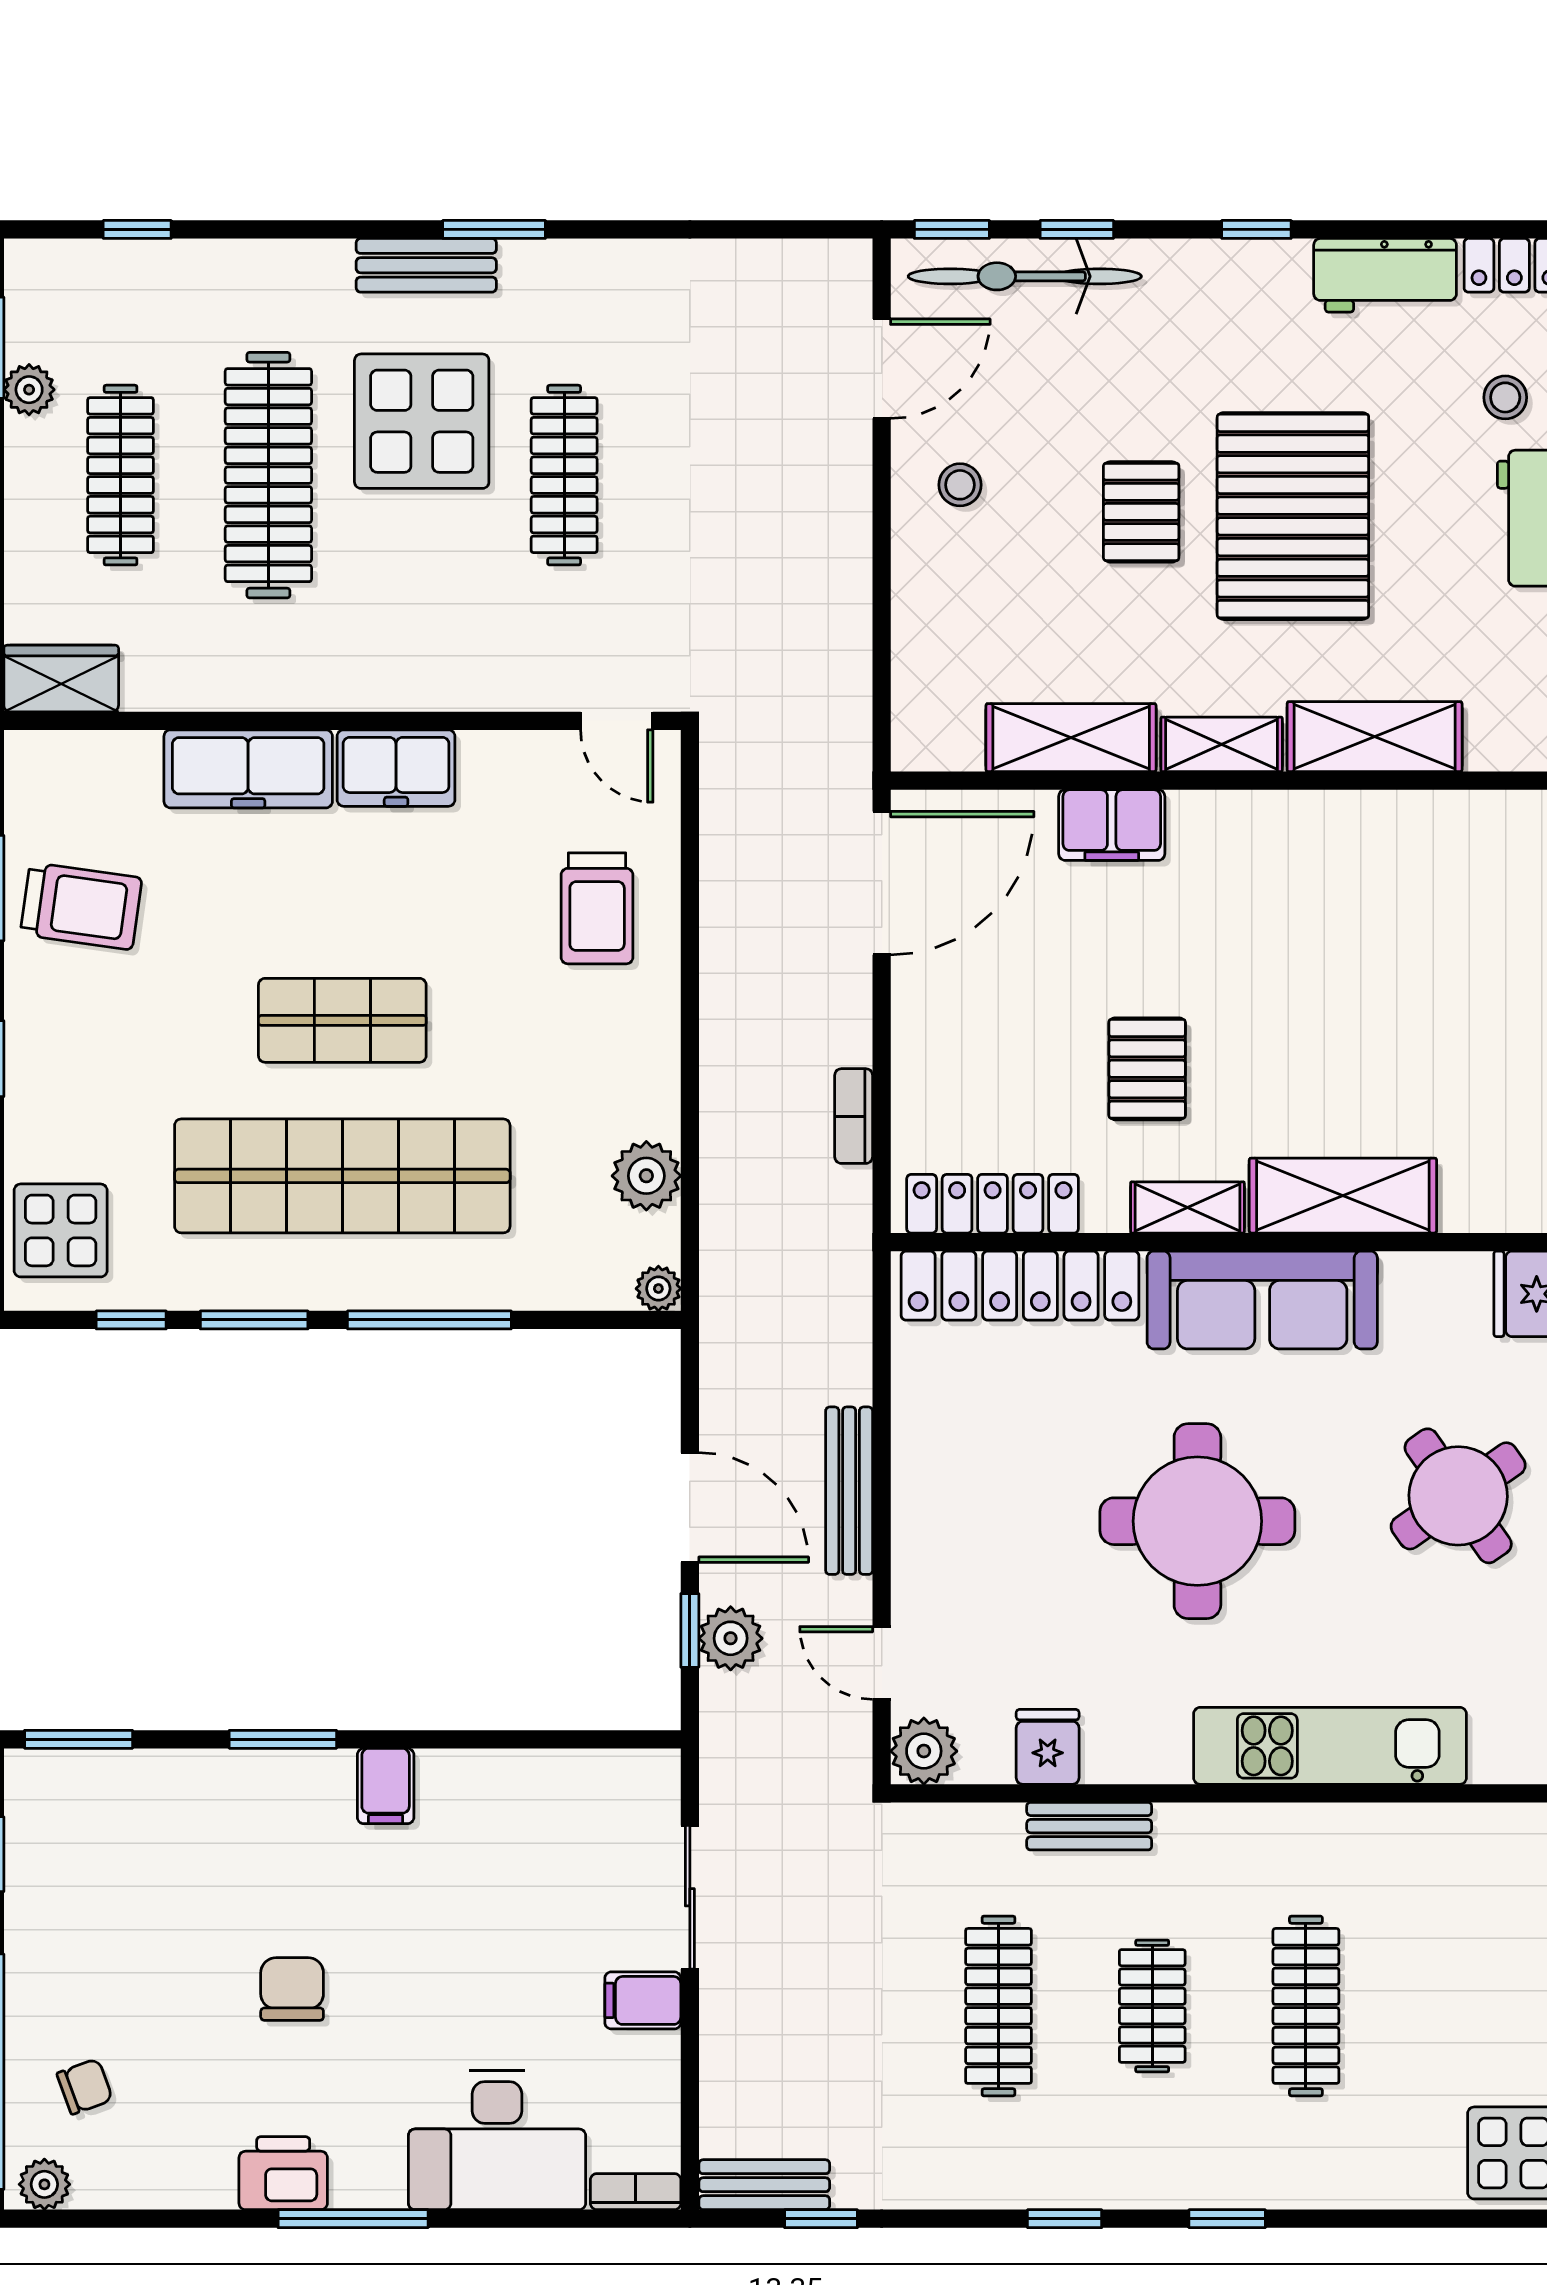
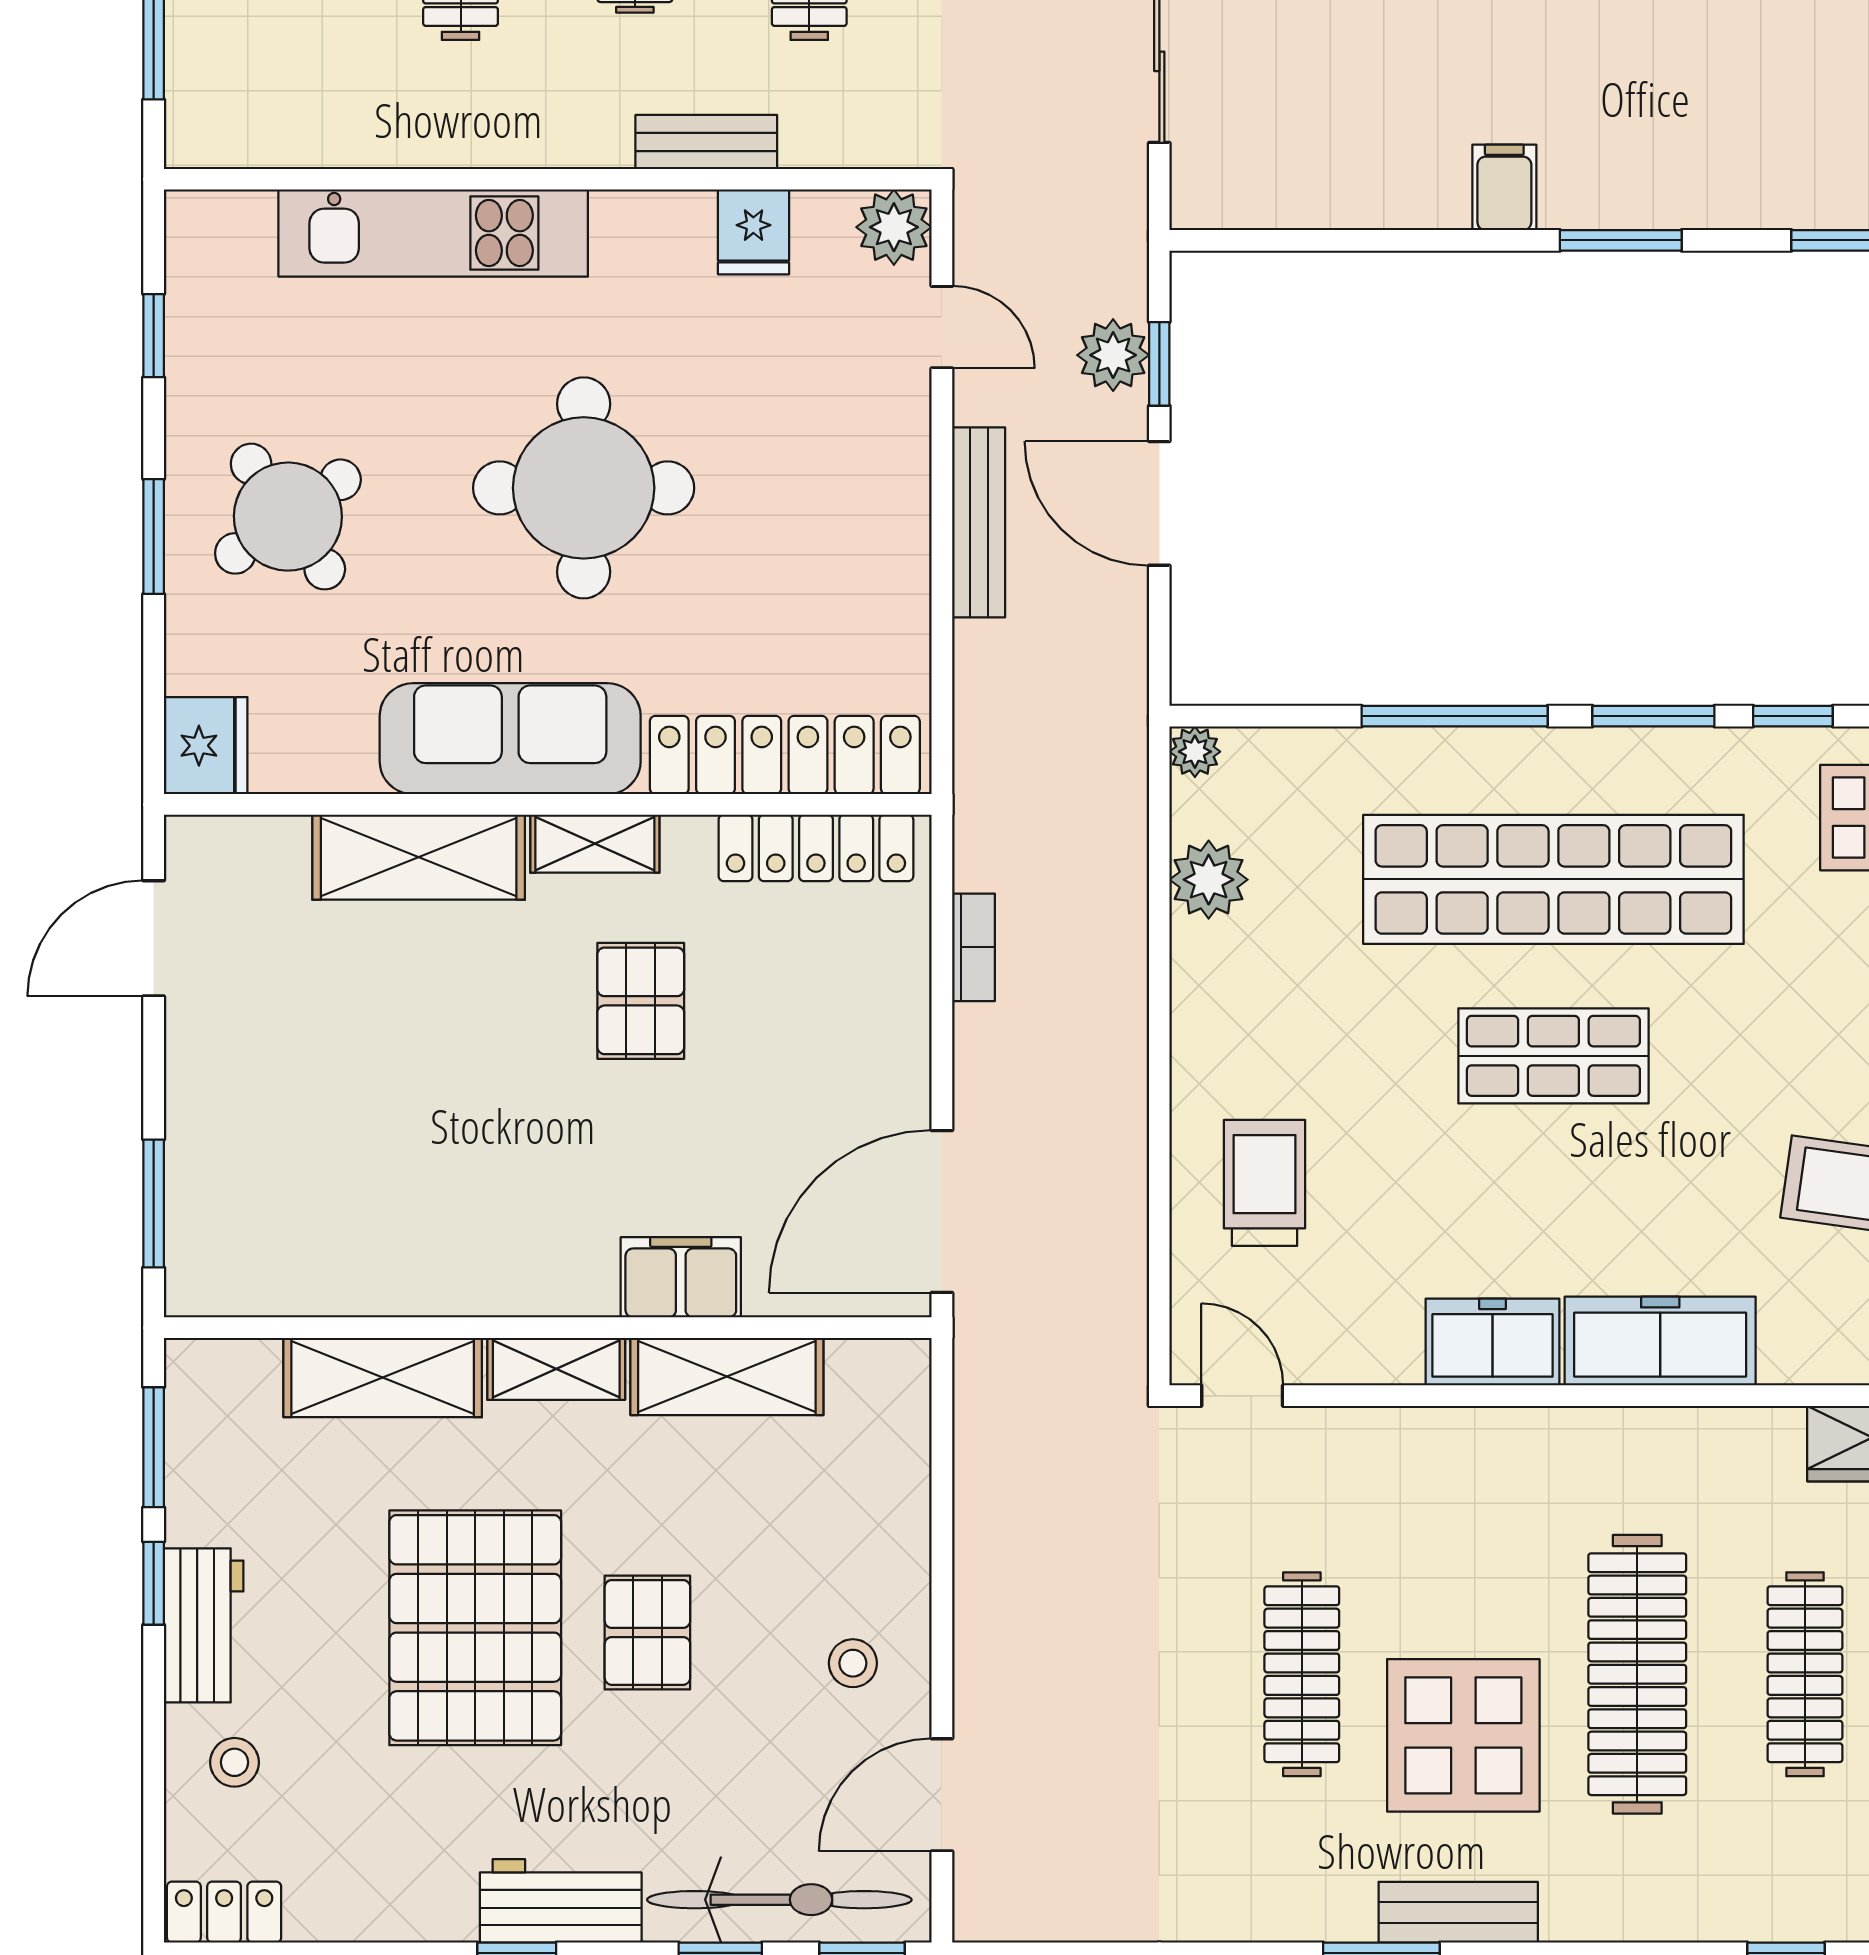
workbench: (1385, 275) -> (561, 1901), moved

